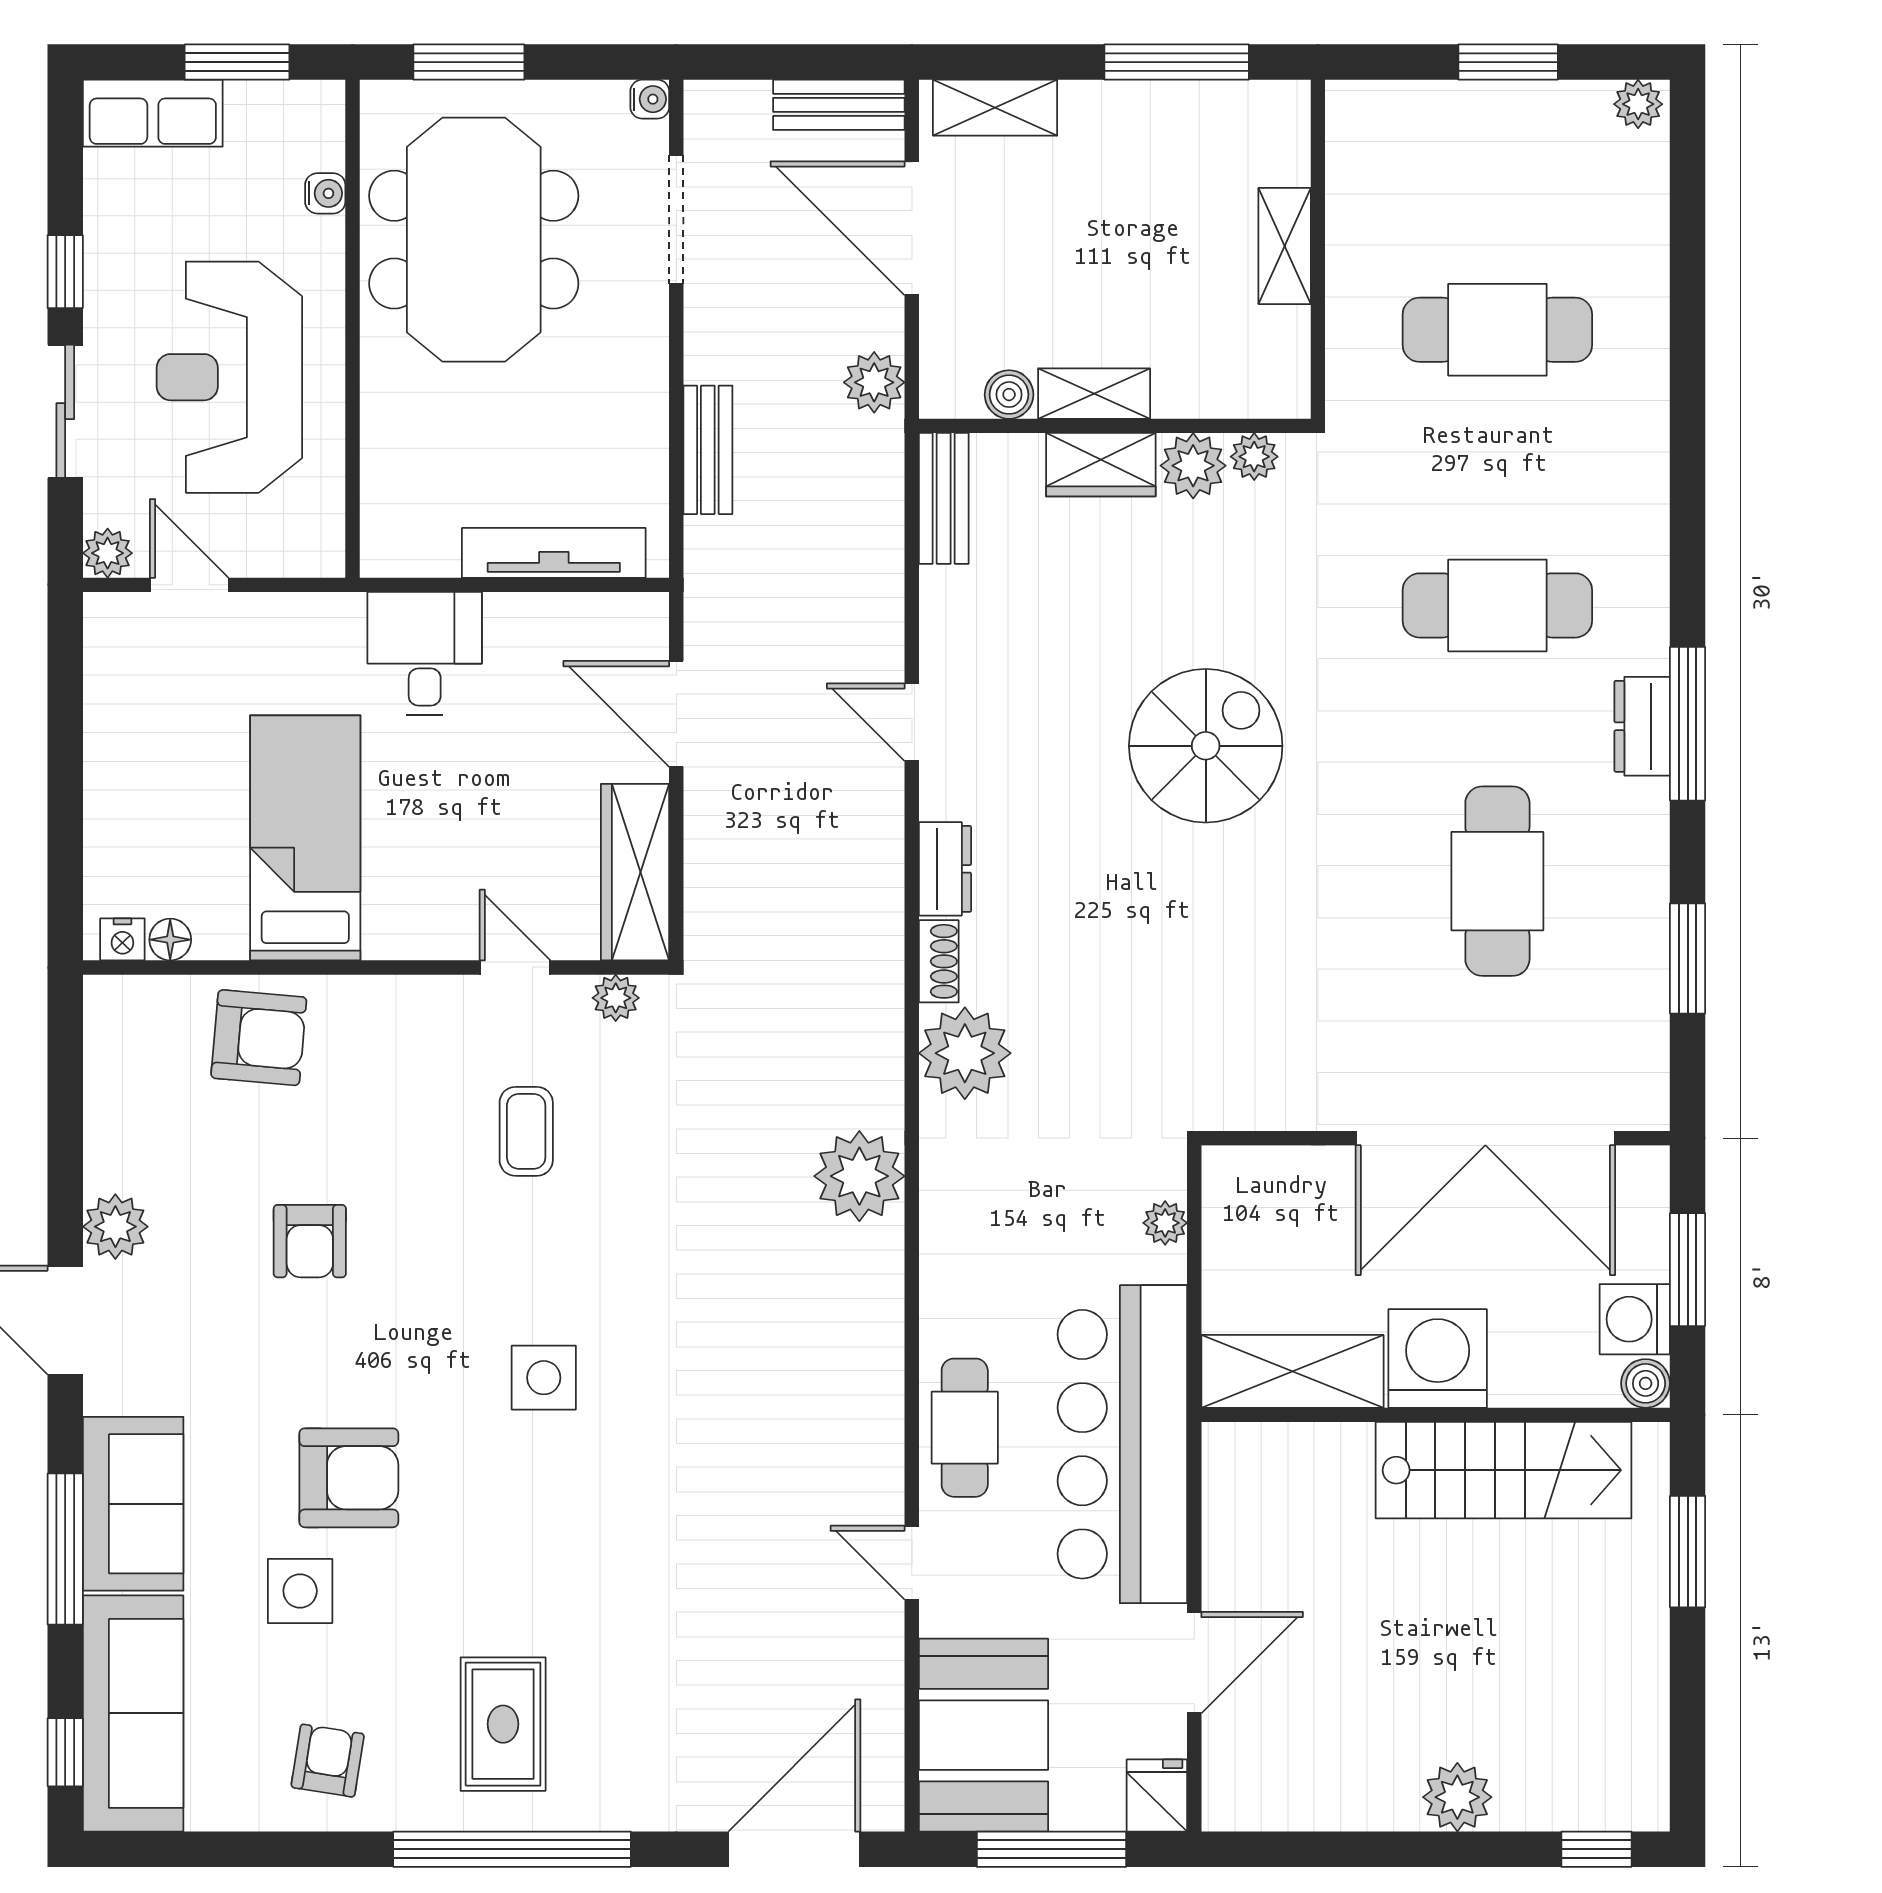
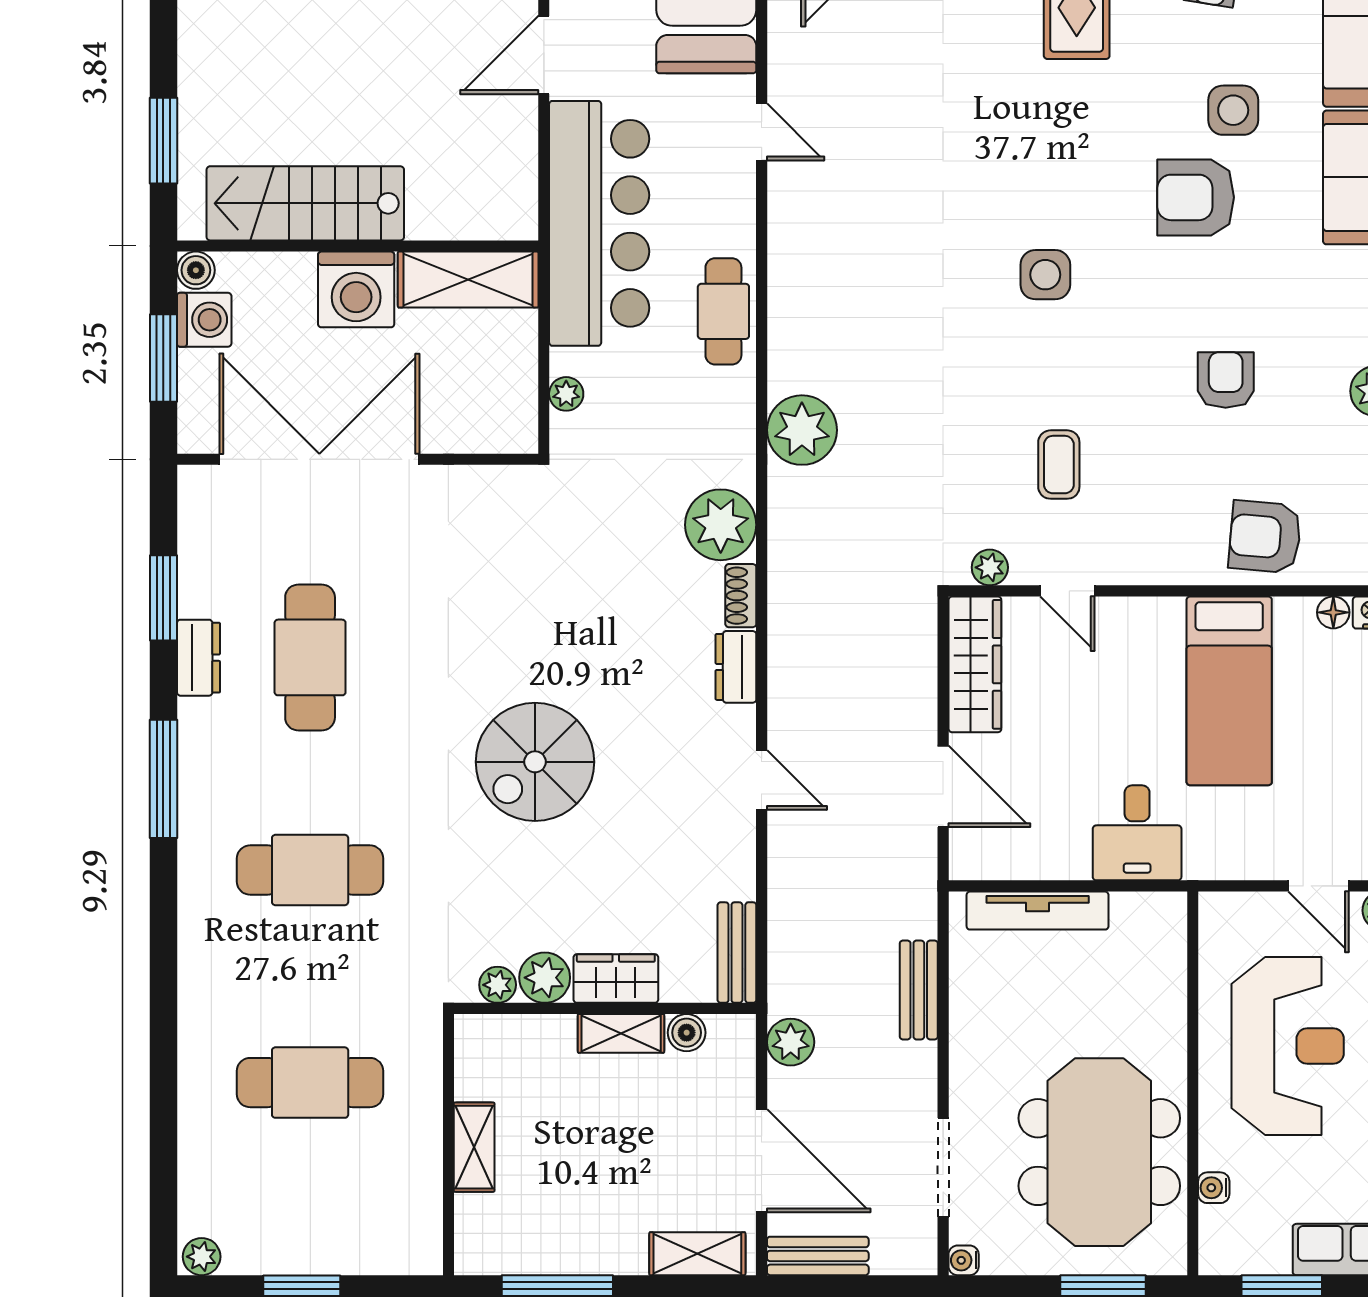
dresser: (1642, 726) -> (199, 658), moved
cafe table: (965, 1428) -> (723, 311), moved

